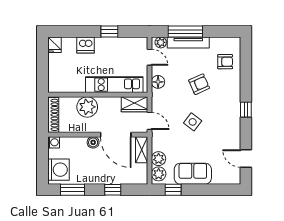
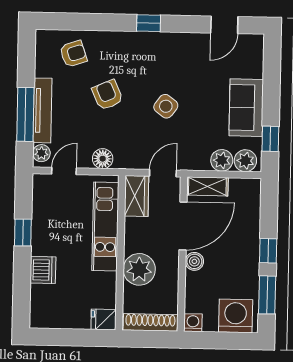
fridge: (54, 45) -> (104, 319), moved, turned 180
armchair: (225, 62) -> (73, 54), turned 71
window: (113, 190) -> (268, 251), moved

